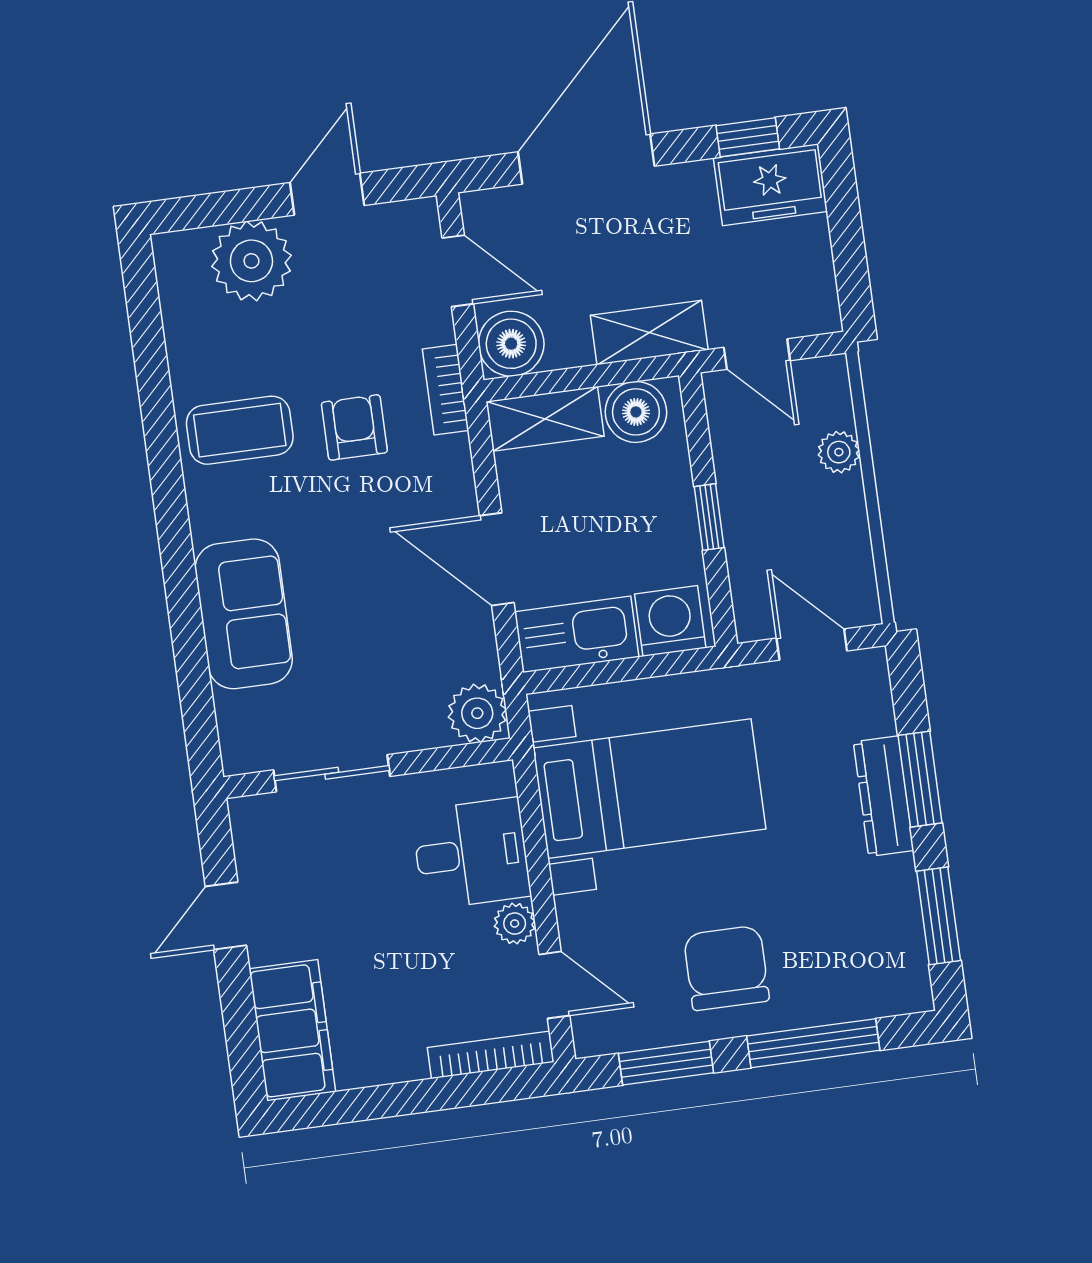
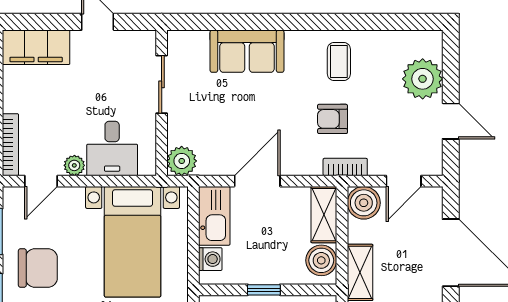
armchair: (354, 427) -> (333, 119), turned 180
coffee table: (240, 430) -> (339, 62), width x0.73, depth x0.77
washing machine: (670, 621) -> (210, 259), width x0.73, depth x0.73

